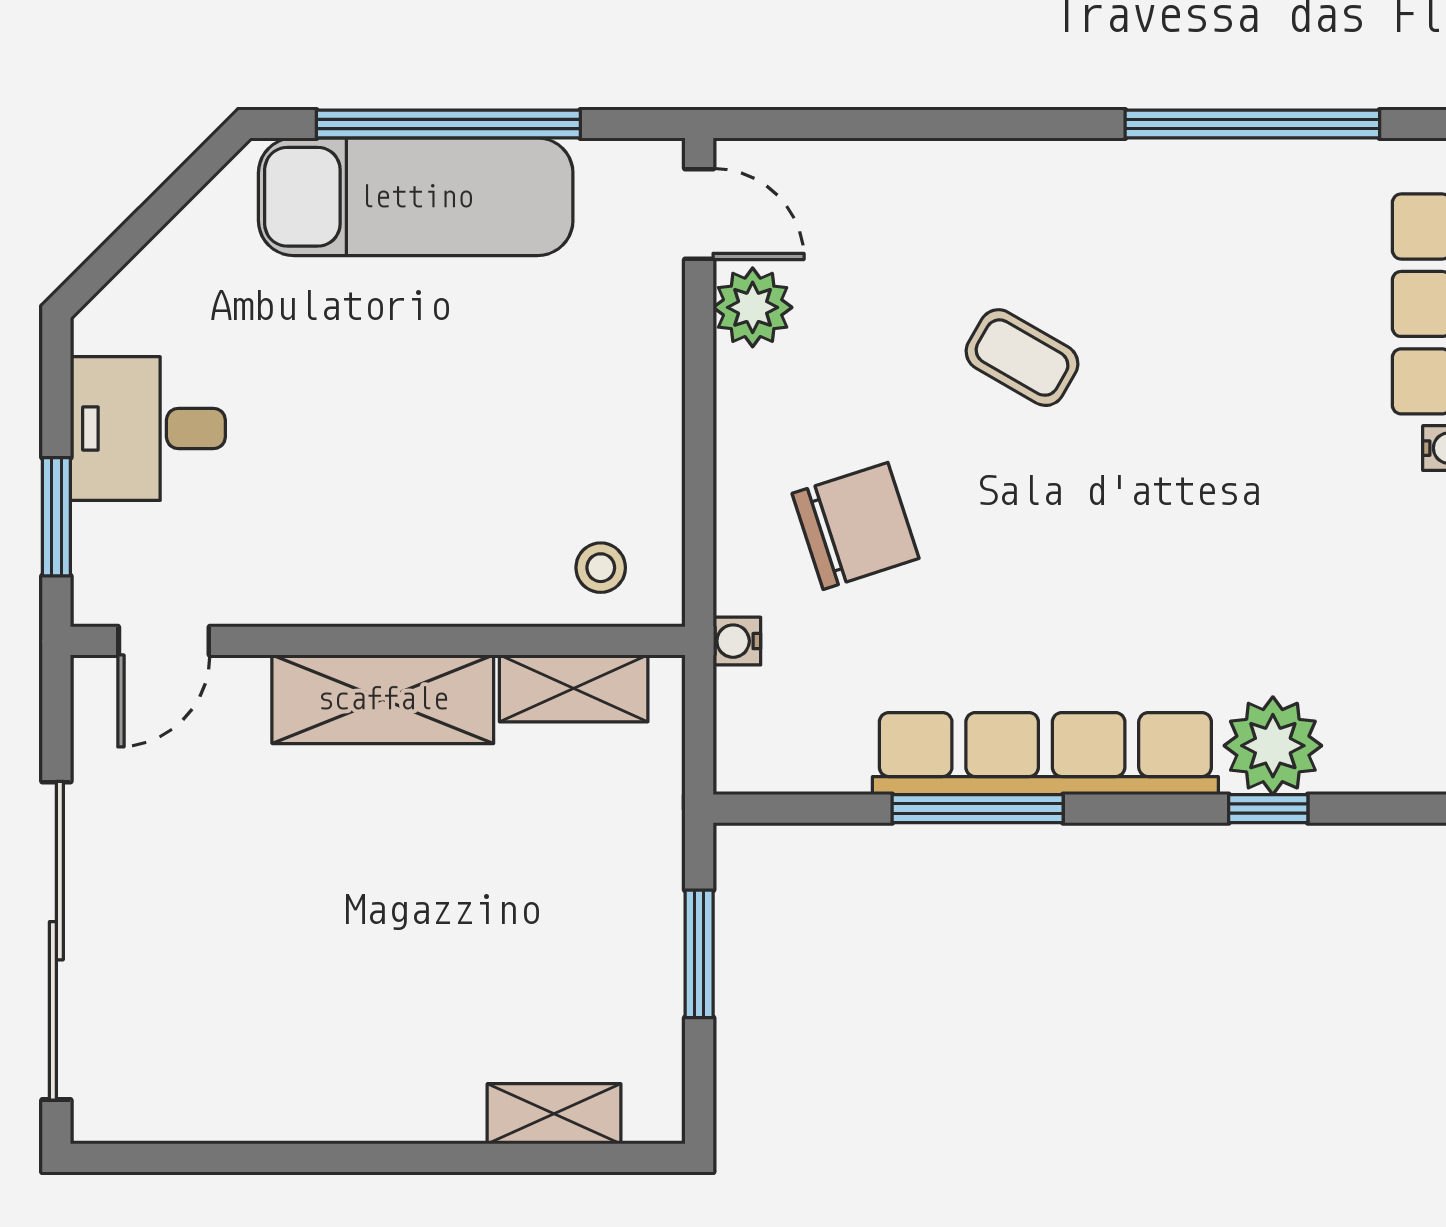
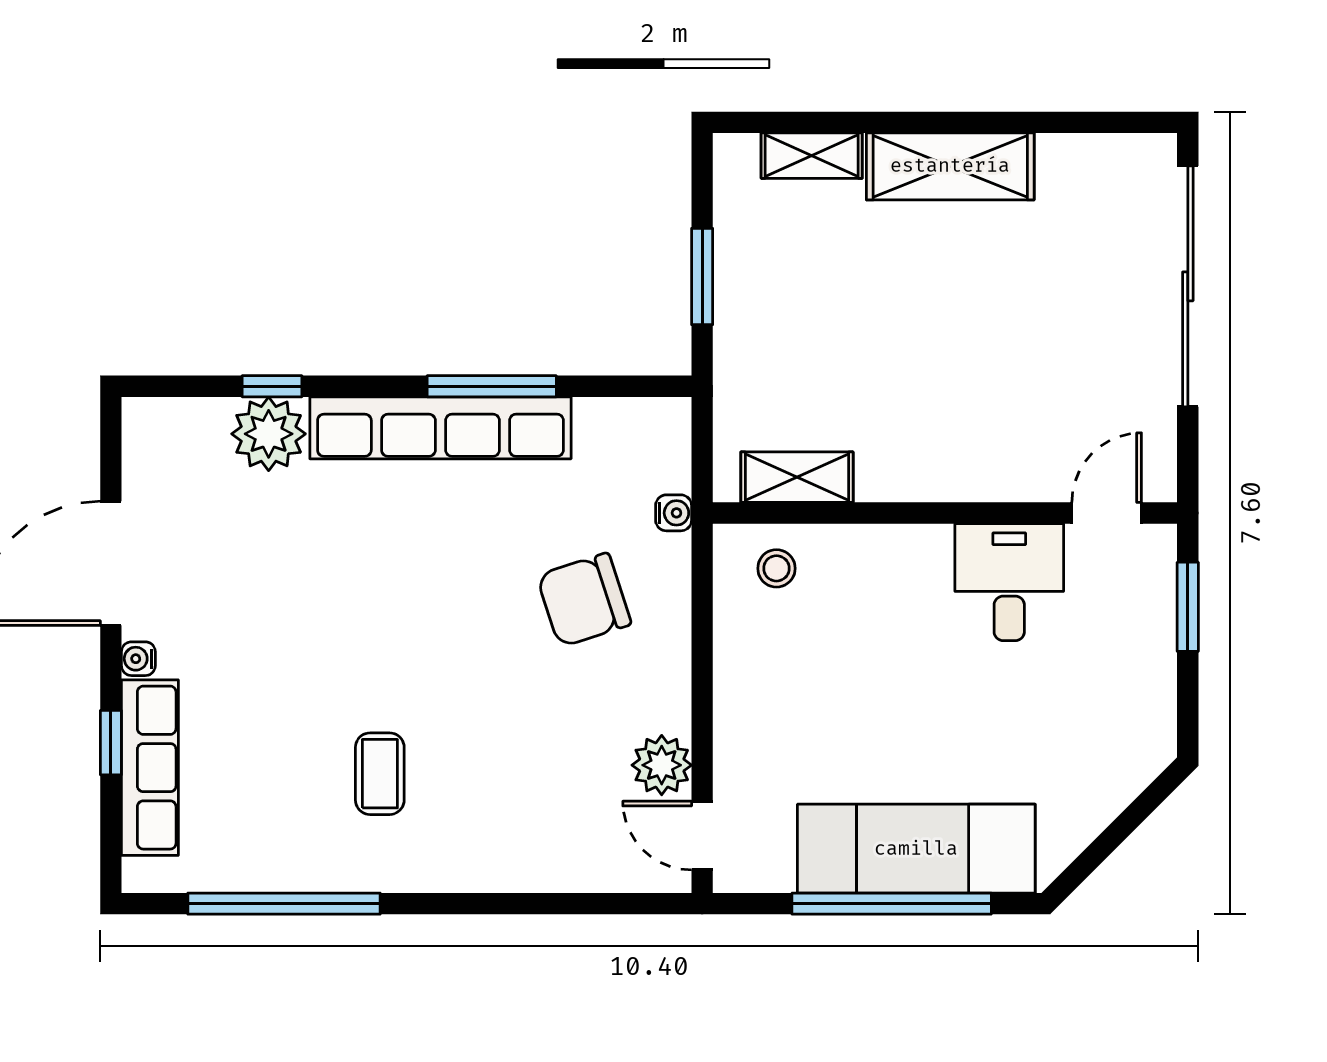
coffee table: (1022, 358) -> (380, 774), moved, turned 60
desk: (148, 429) -> (1009, 582), moved, turned -90
shelving: (383, 699) -> (950, 166), moved

